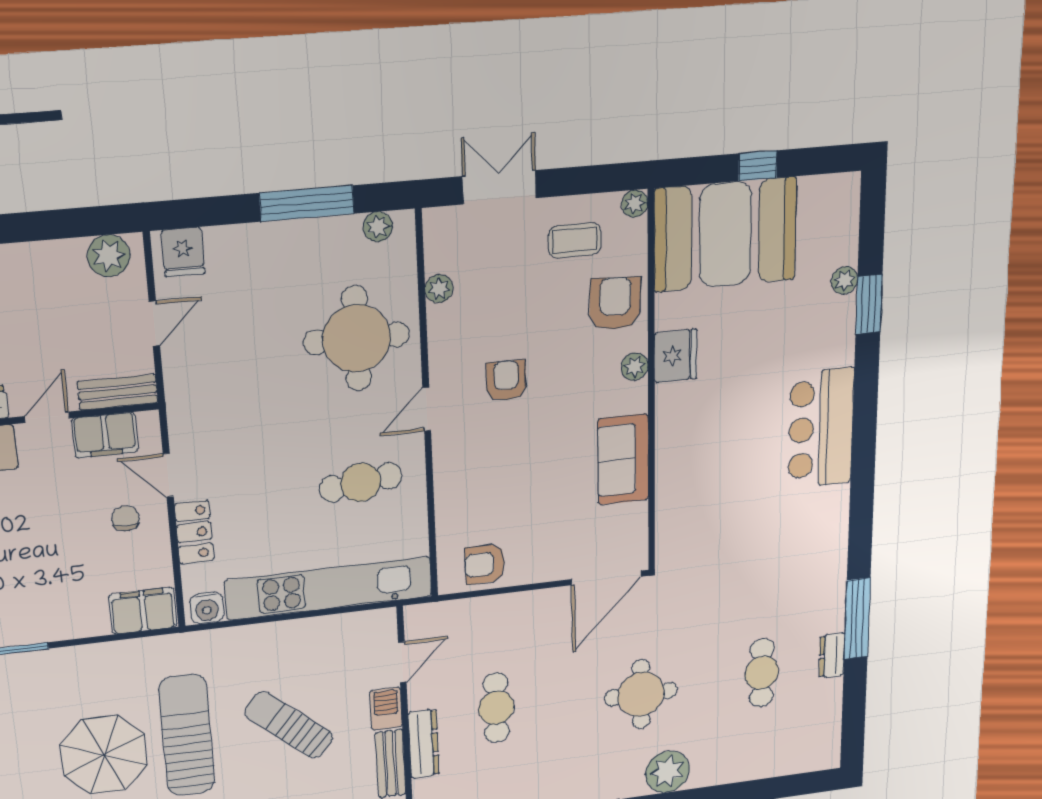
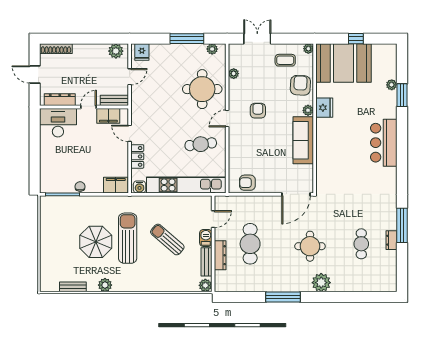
sofa: (623, 459) -> (303, 140), width x1.36
chair: (125, 518) -> (80, 187), moved
cafe table: (496, 708) -> (250, 244), width x1.37, depth x1.35

